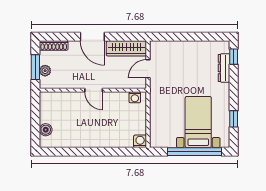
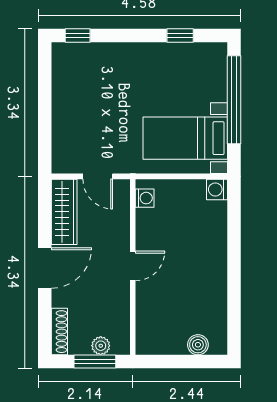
dresser: (224, 68) -> (96, 51), removed
bed with nightstands: (198, 122) -> (185, 138), moved

